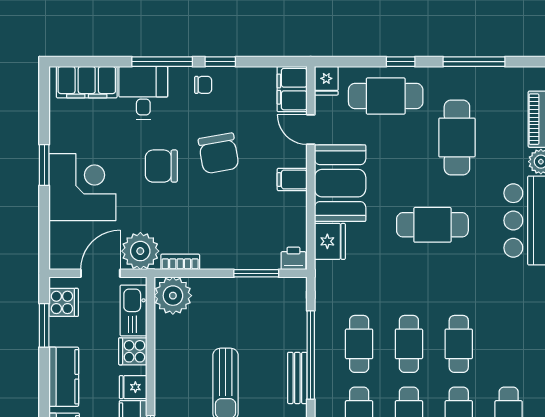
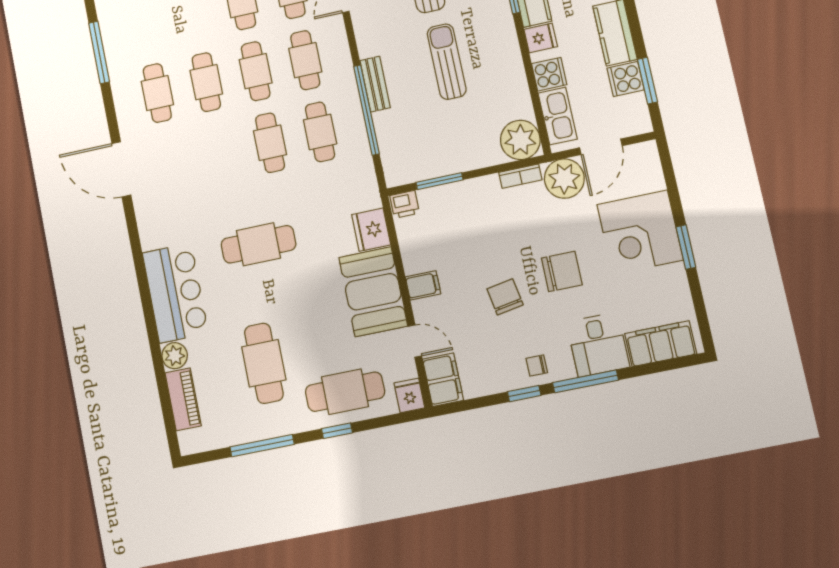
chair: (219, 153) -> (505, 297), width x0.73, depth x0.73
cafe table: (432, 225) -> (258, 244), moved
cooker: (64, 302) -> (626, 79), moved
cafe table: (459, 344) -> (220, 154), removed

